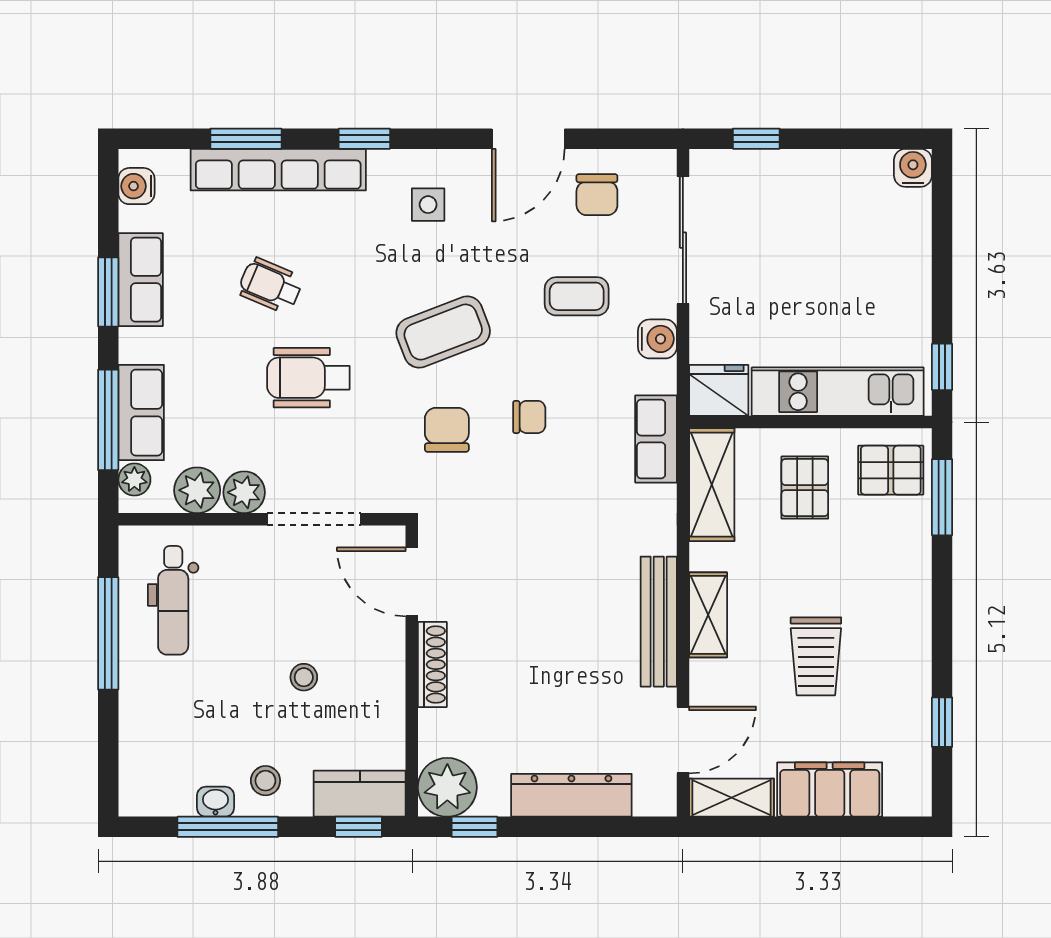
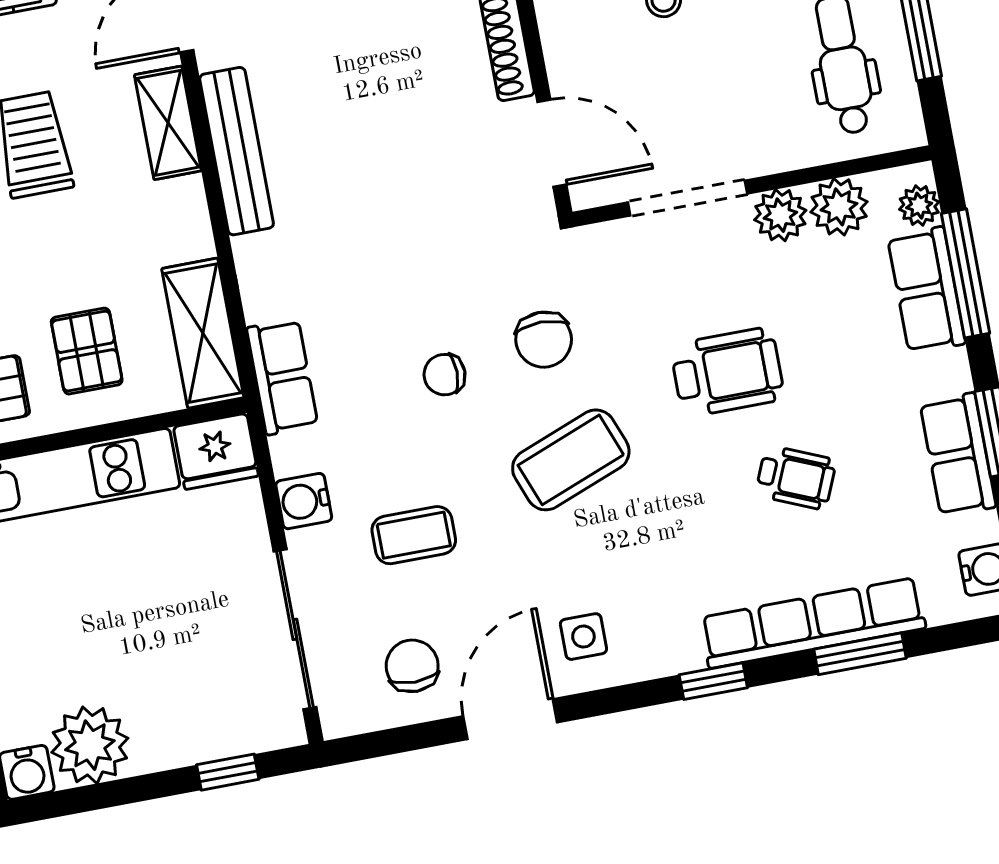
plant: (860, 180) -> (90, 745), added
side table: (428, 205) -> (583, 637), moved
shelving: (708, 615) -> (168, 123), moved

